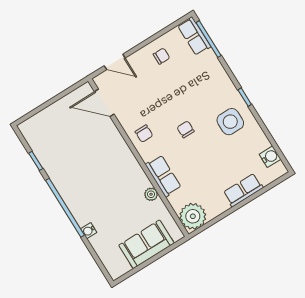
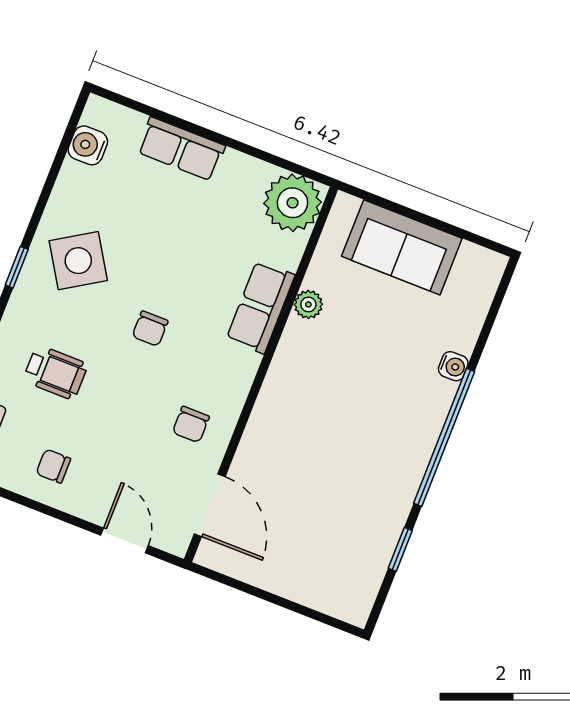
wheelchair: (195, 83) -> (55, 372), added
side table: (230, 122) -> (78, 261), turned -32
chair: (144, 134) -> (191, 424), moved, turned 180

